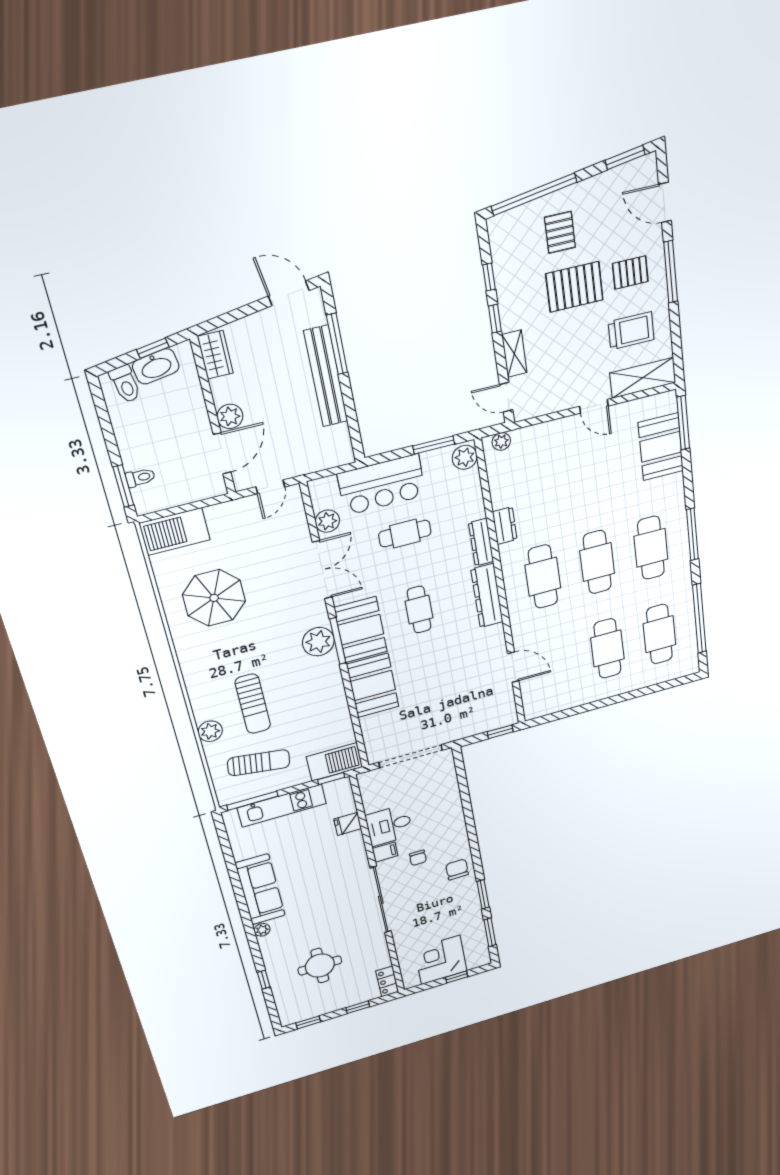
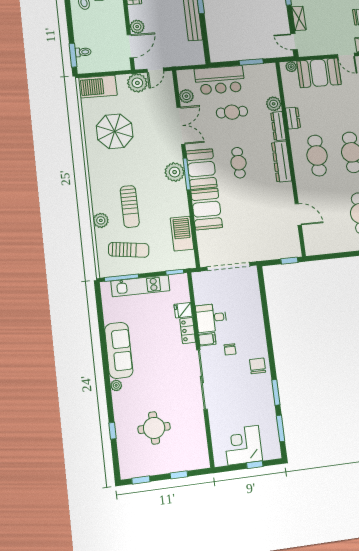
booth: (548, 444) -> (319, 73), added
plant: (465, 457) -> (274, 104), moved
plant: (242, 514) -> (137, 83), added
barbecue: (335, 762) -> (182, 234), moved, turned -90
locker: (387, 981) -> (188, 331), moved

